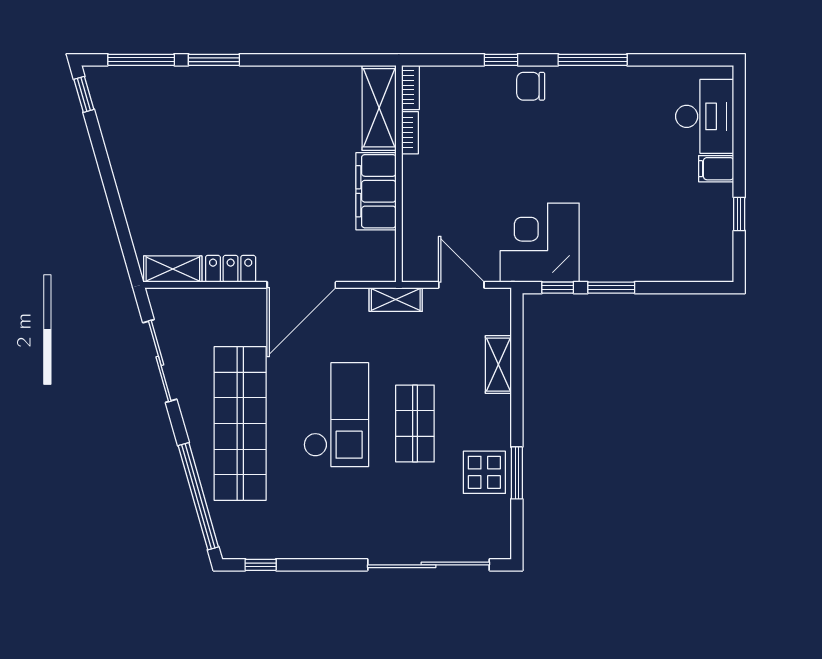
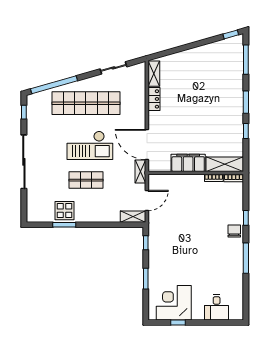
window: (214, 60) -> (246, 102), moved
window: (303, 60) -> (246, 131), added
desk: (705, 116) -> (217, 307), width x0.73
filing cabinet: (716, 169) -> (198, 312), removed
corner desk: (540, 243) -> (174, 303), moved, turned -90
door: (301, 285) -> (147, 144), moved
window: (611, 288) -> (146, 279), moved
sliding door: (160, 361) -> (113, 68), width x0.73
shelving: (498, 365) -> (133, 217), moved
sliding door: (429, 565) -> (24, 162), moved

